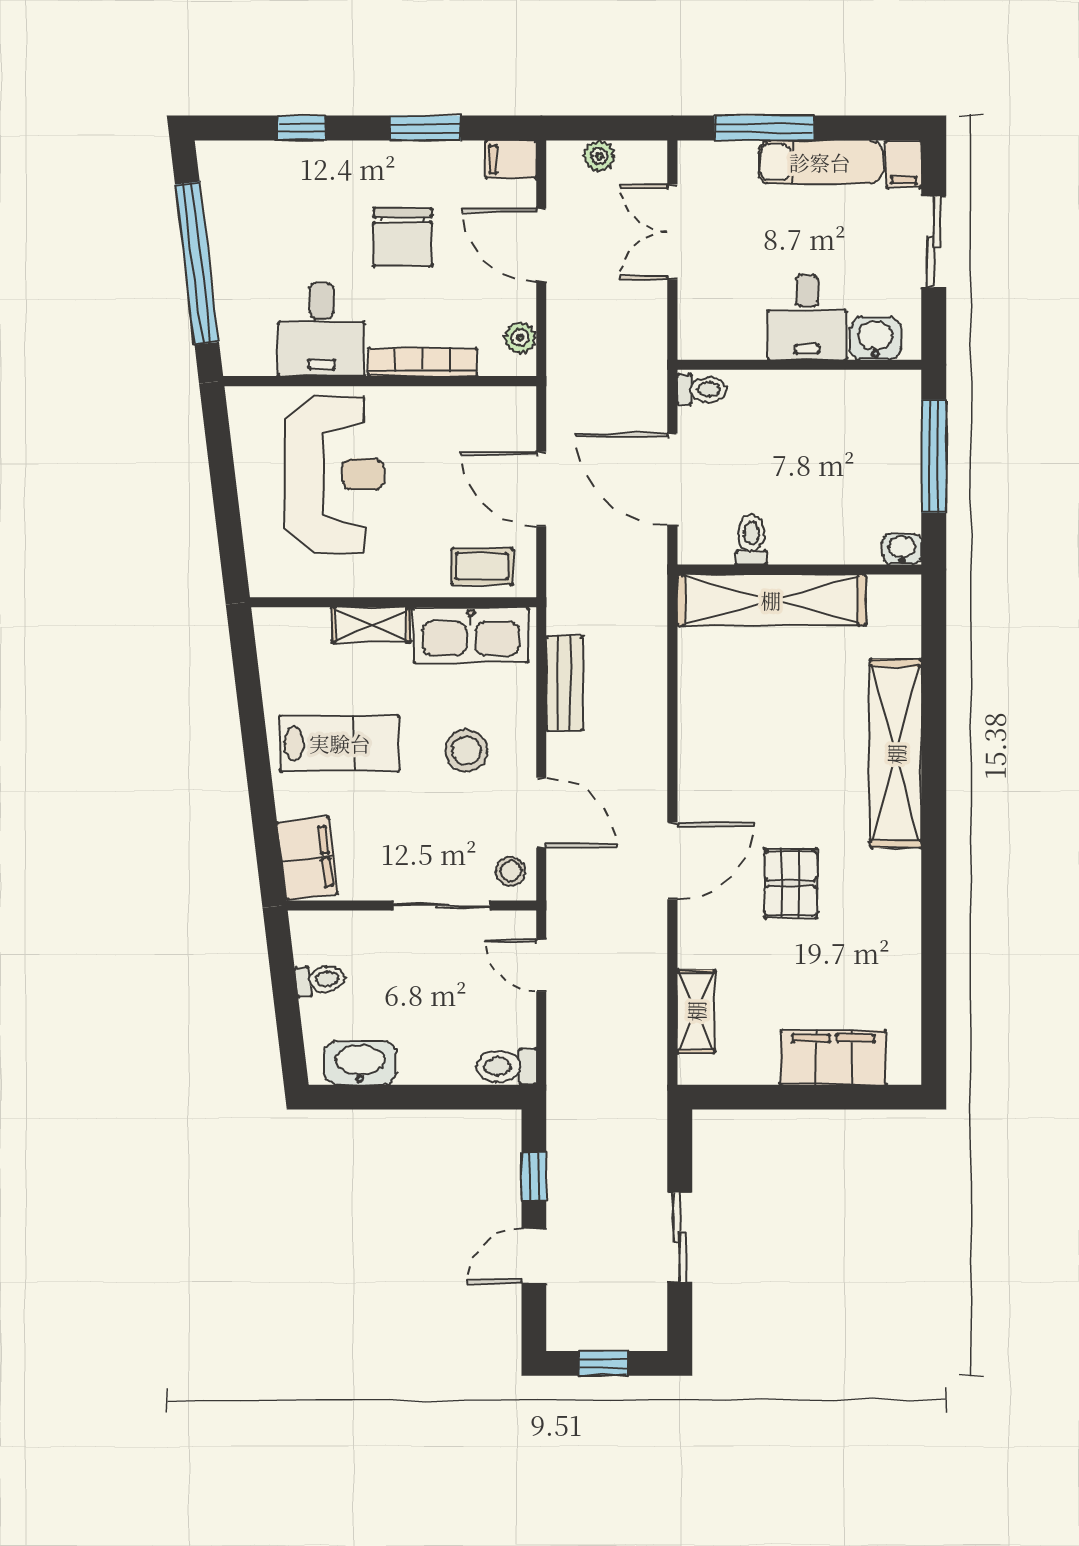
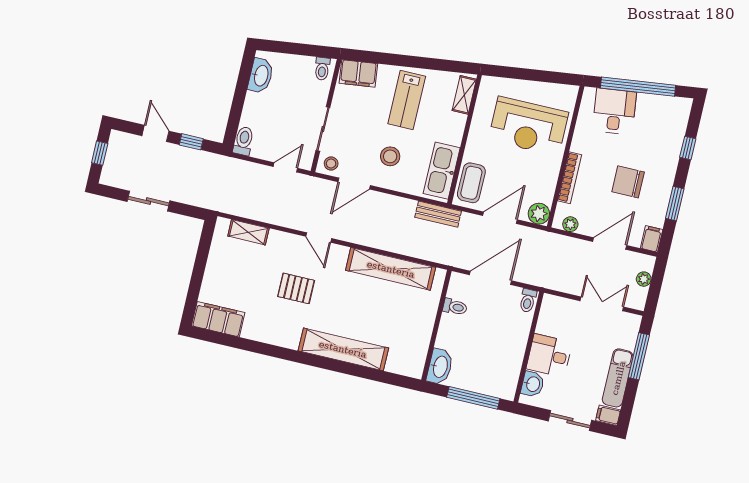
desk: (321, 329) -> (614, 111), moved, turned 83
plant: (513, 409) -> (539, 214), added
washbasin: (902, 549) -> (440, 367), width x1.91, depth x1.45
coffee table: (482, 566) -> (471, 183), width x1.36, depth x1.30
shelving: (771, 600) -> (391, 269), moved, turned 90
shelving: (371, 625) -> (464, 95), moved
bench: (564, 683) -> (438, 214), moved
door: (672, 861) -> (319, 237), width x0.73
toilet: (321, 980) -> (322, 69), moved
filing cabinet: (833, 1057) -> (218, 319), moved, turned -90

